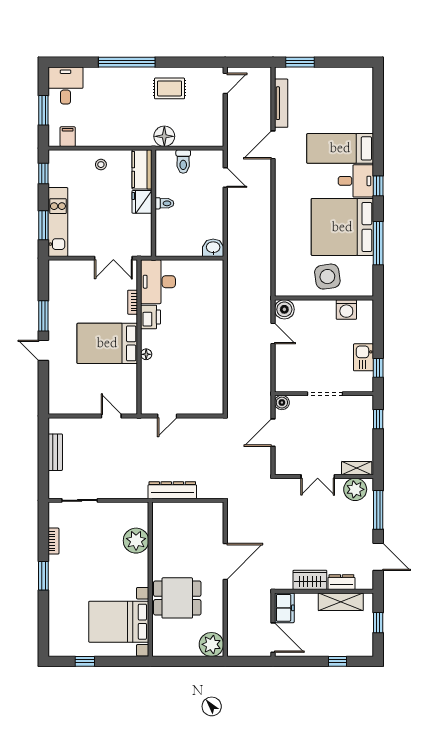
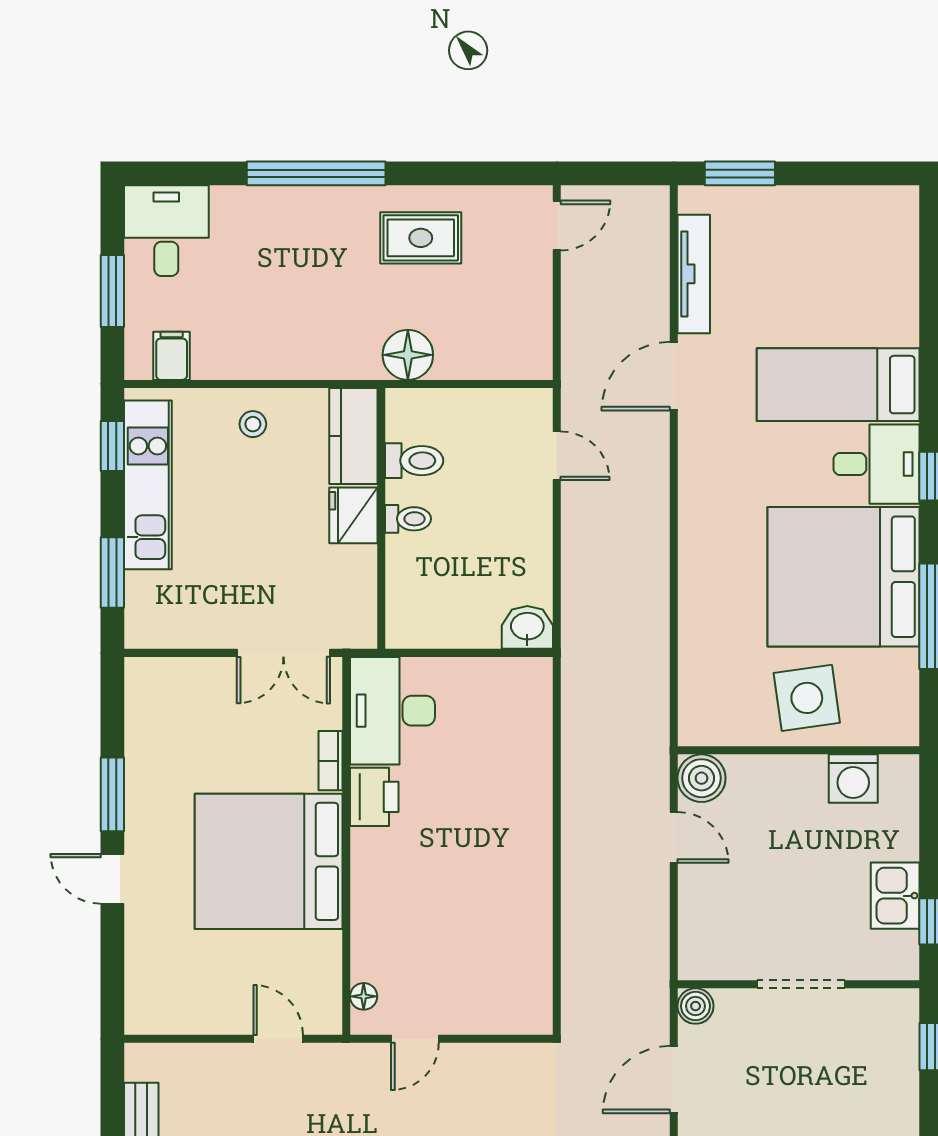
toilet: (183, 162) -> (414, 461), moved, turned -90
kitchen unit: (58, 222) -> (148, 485), moved
bed: (107, 343) -> (269, 861), width x1.36
floor lamp: (146, 354) -> (364, 996), moved

